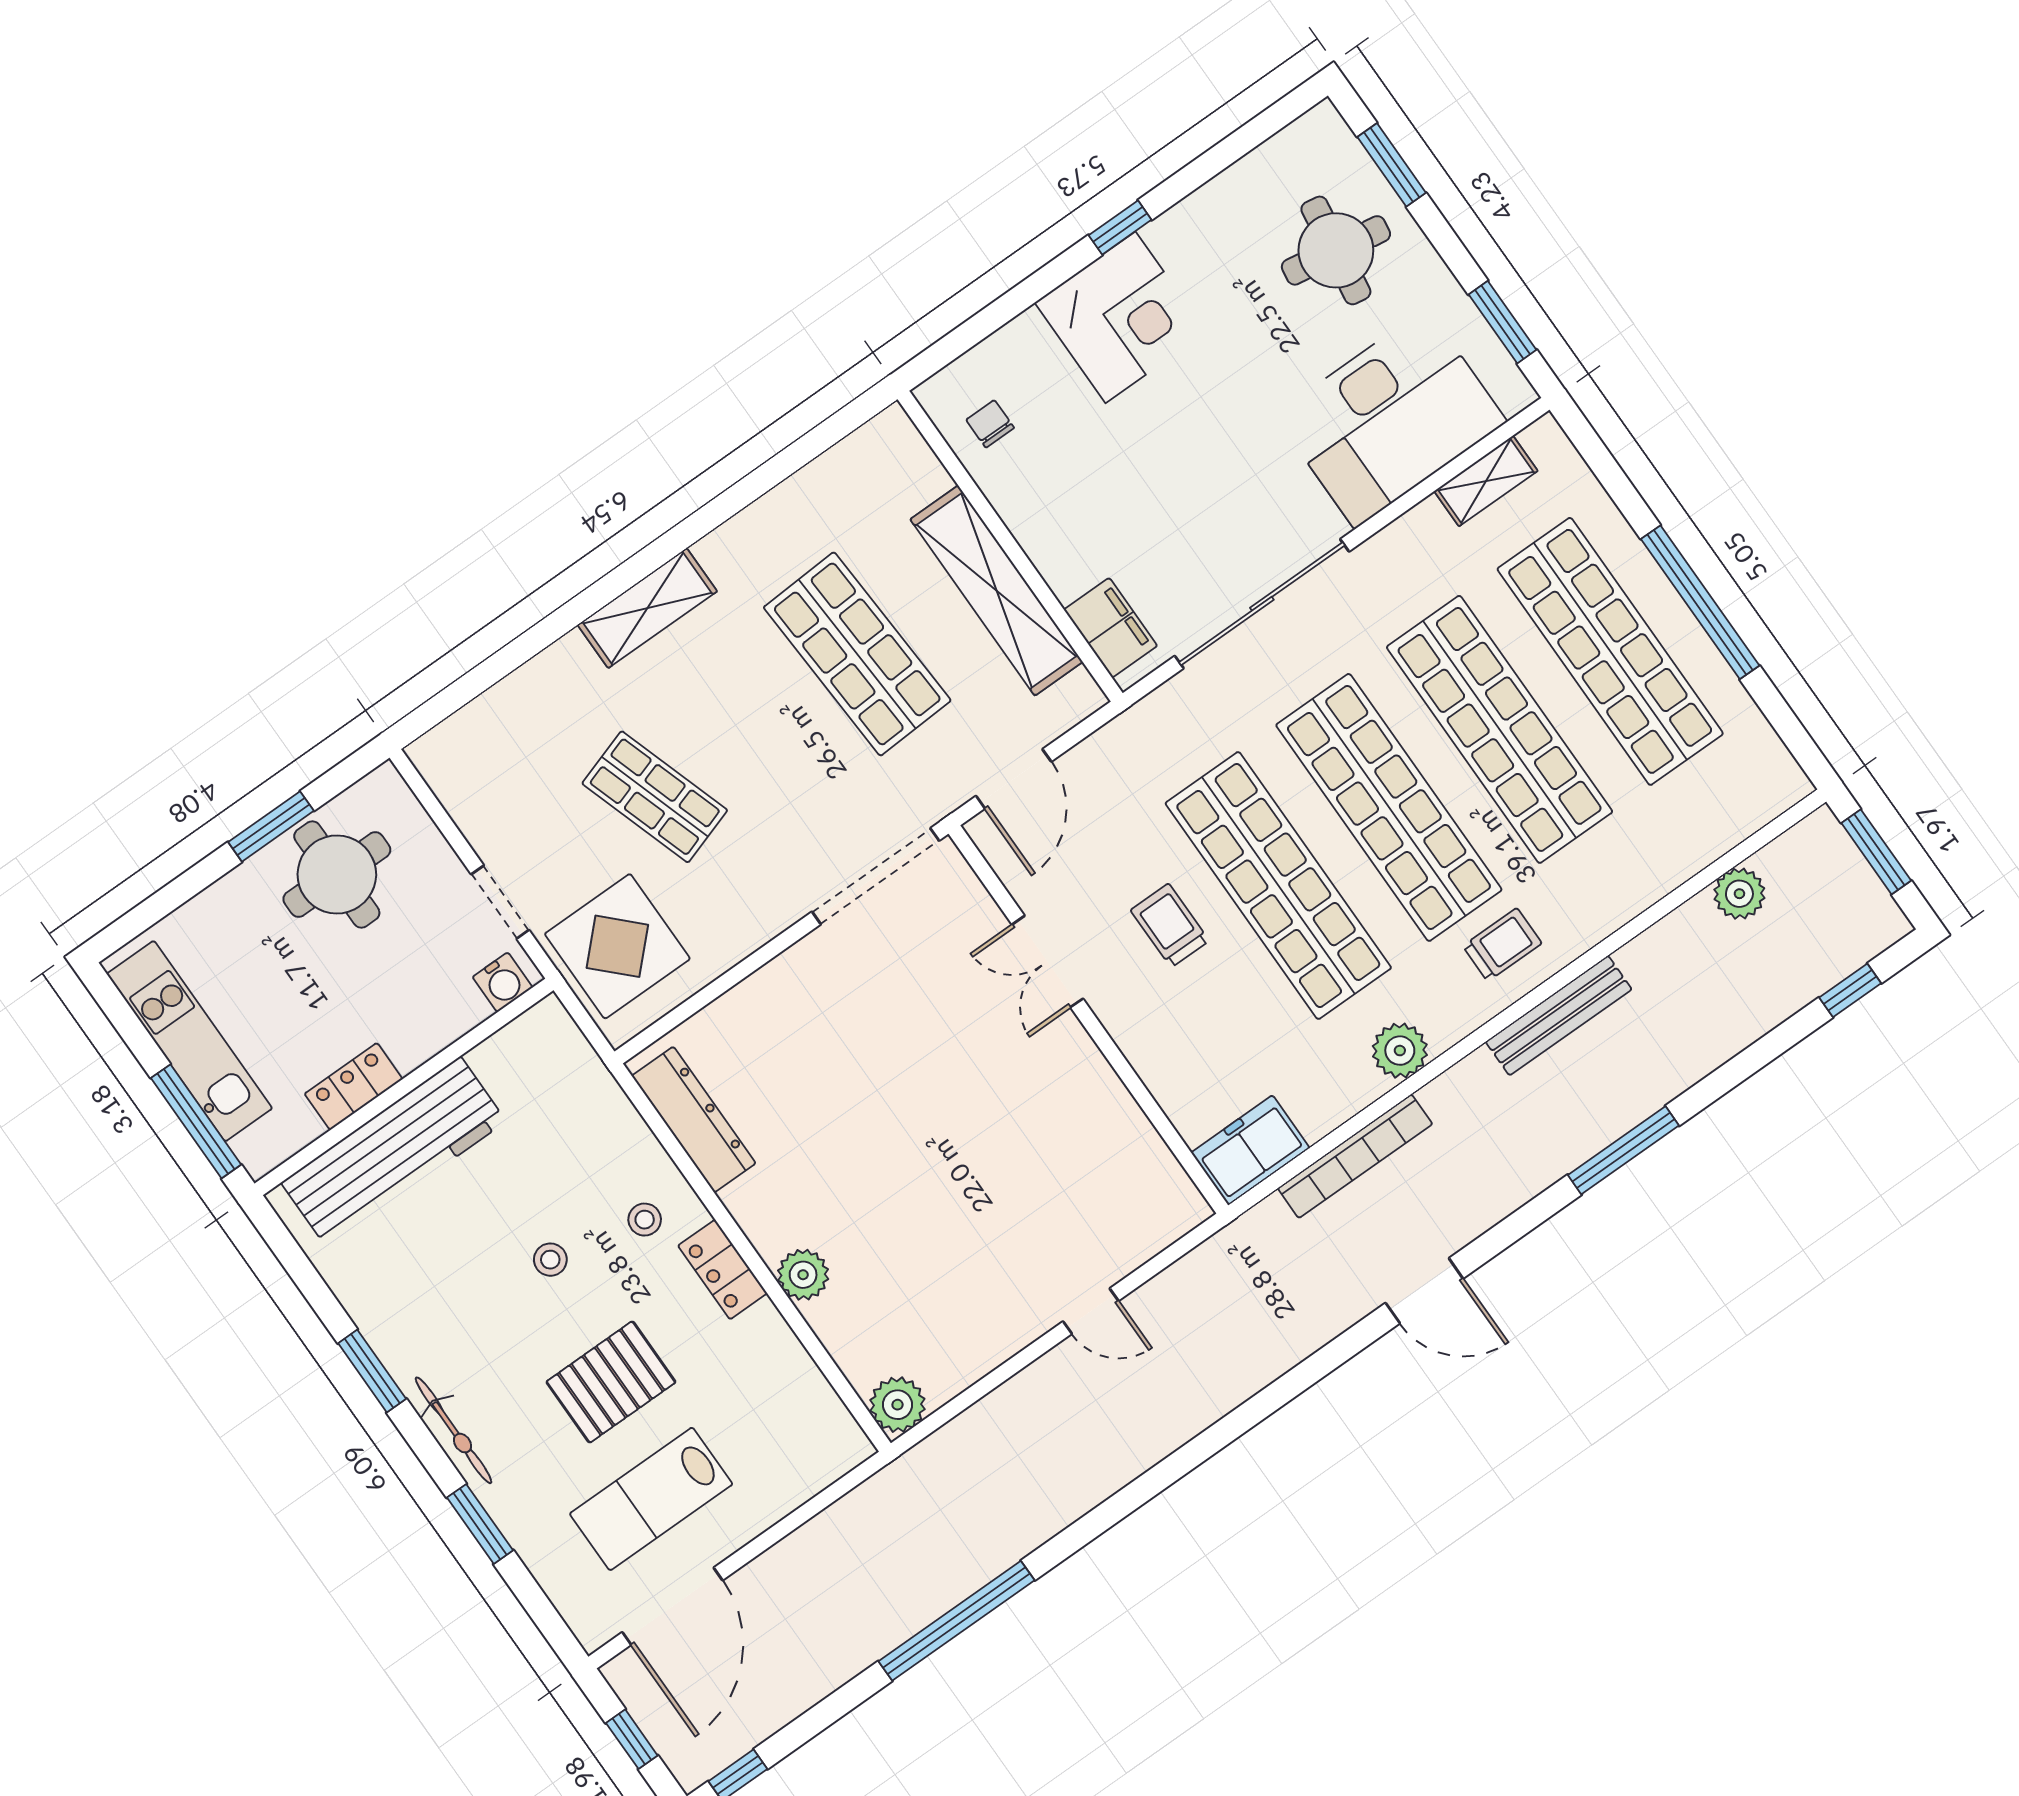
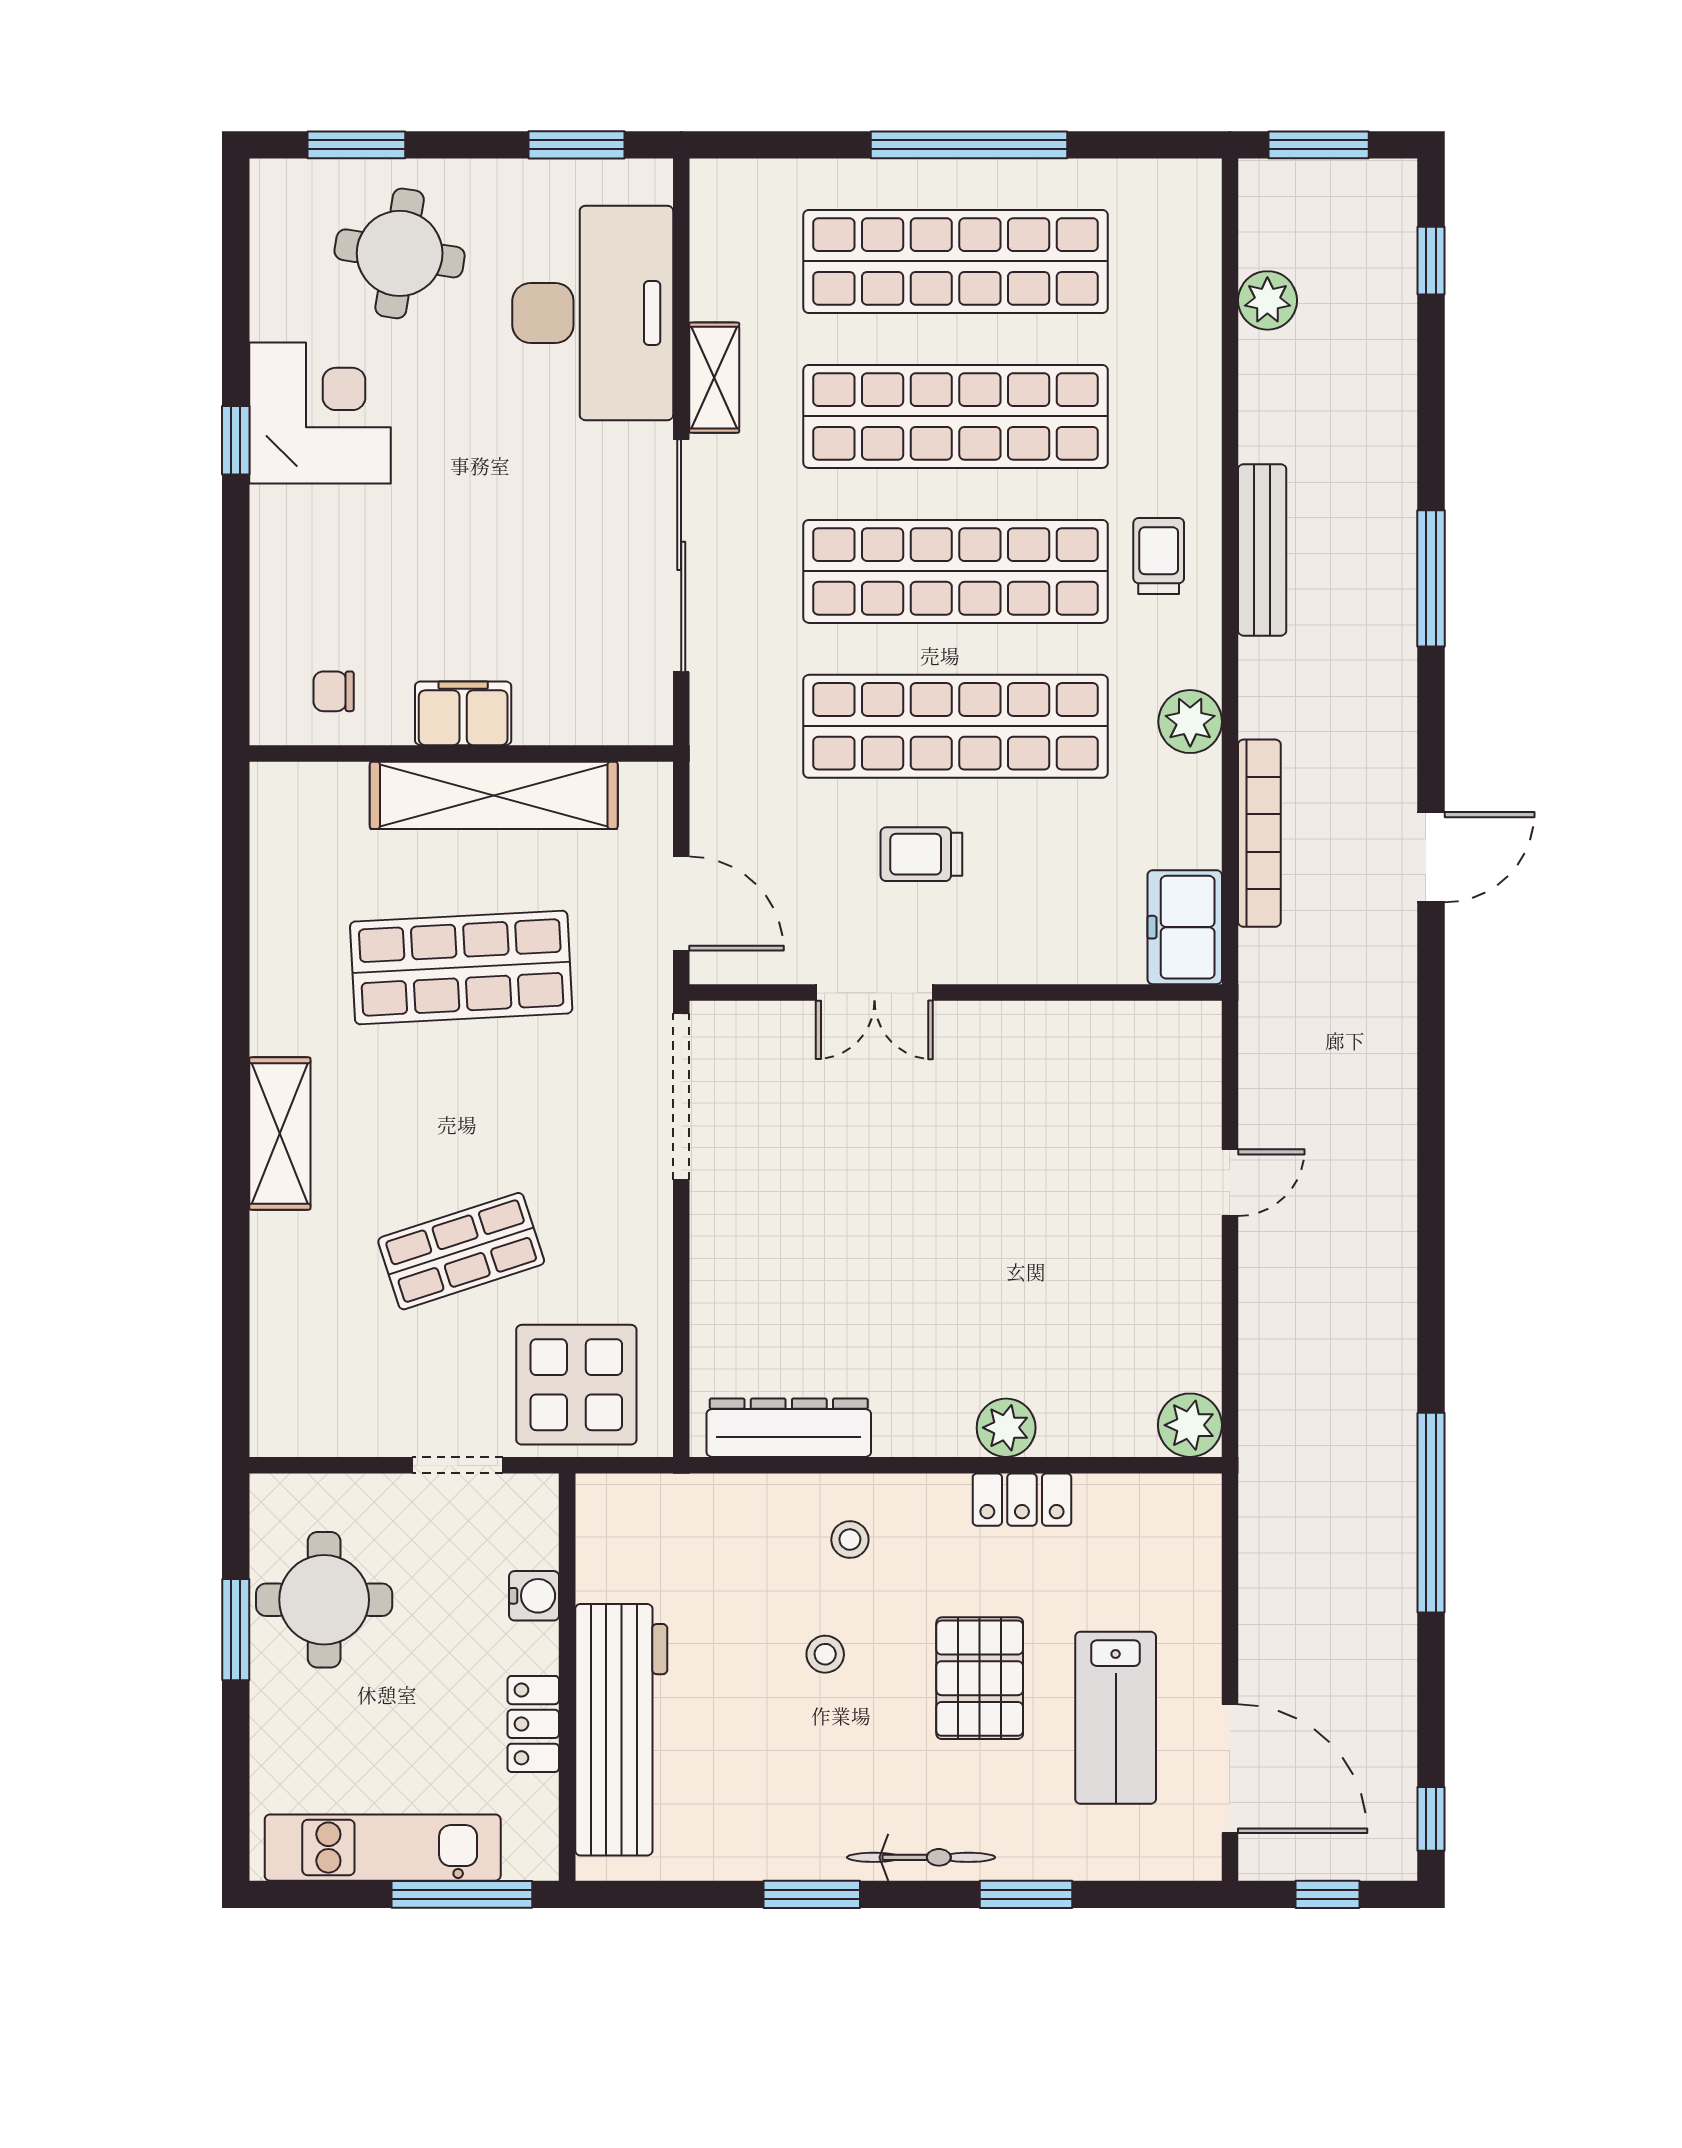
corner desk: (1120, 317) -> (320, 413), moved
shelving: (1486, 481) -> (714, 378), moved
filing cabinet: (1110, 628) -> (463, 713), moved
water cooler: (502, 982) -> (534, 1596), moved
locker: (723, 1269) -> (1022, 1500), moved

